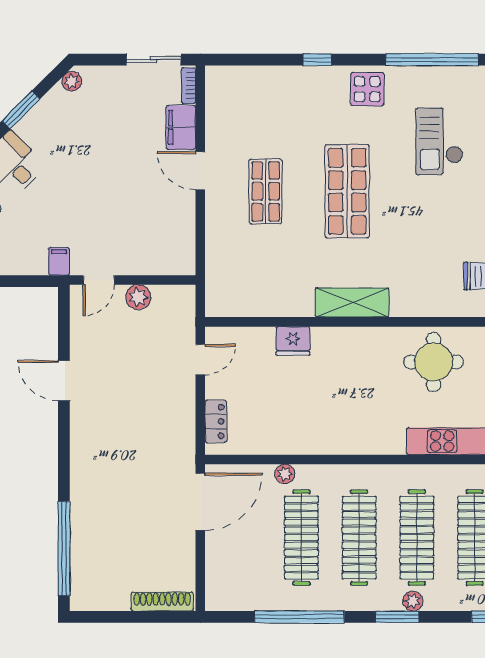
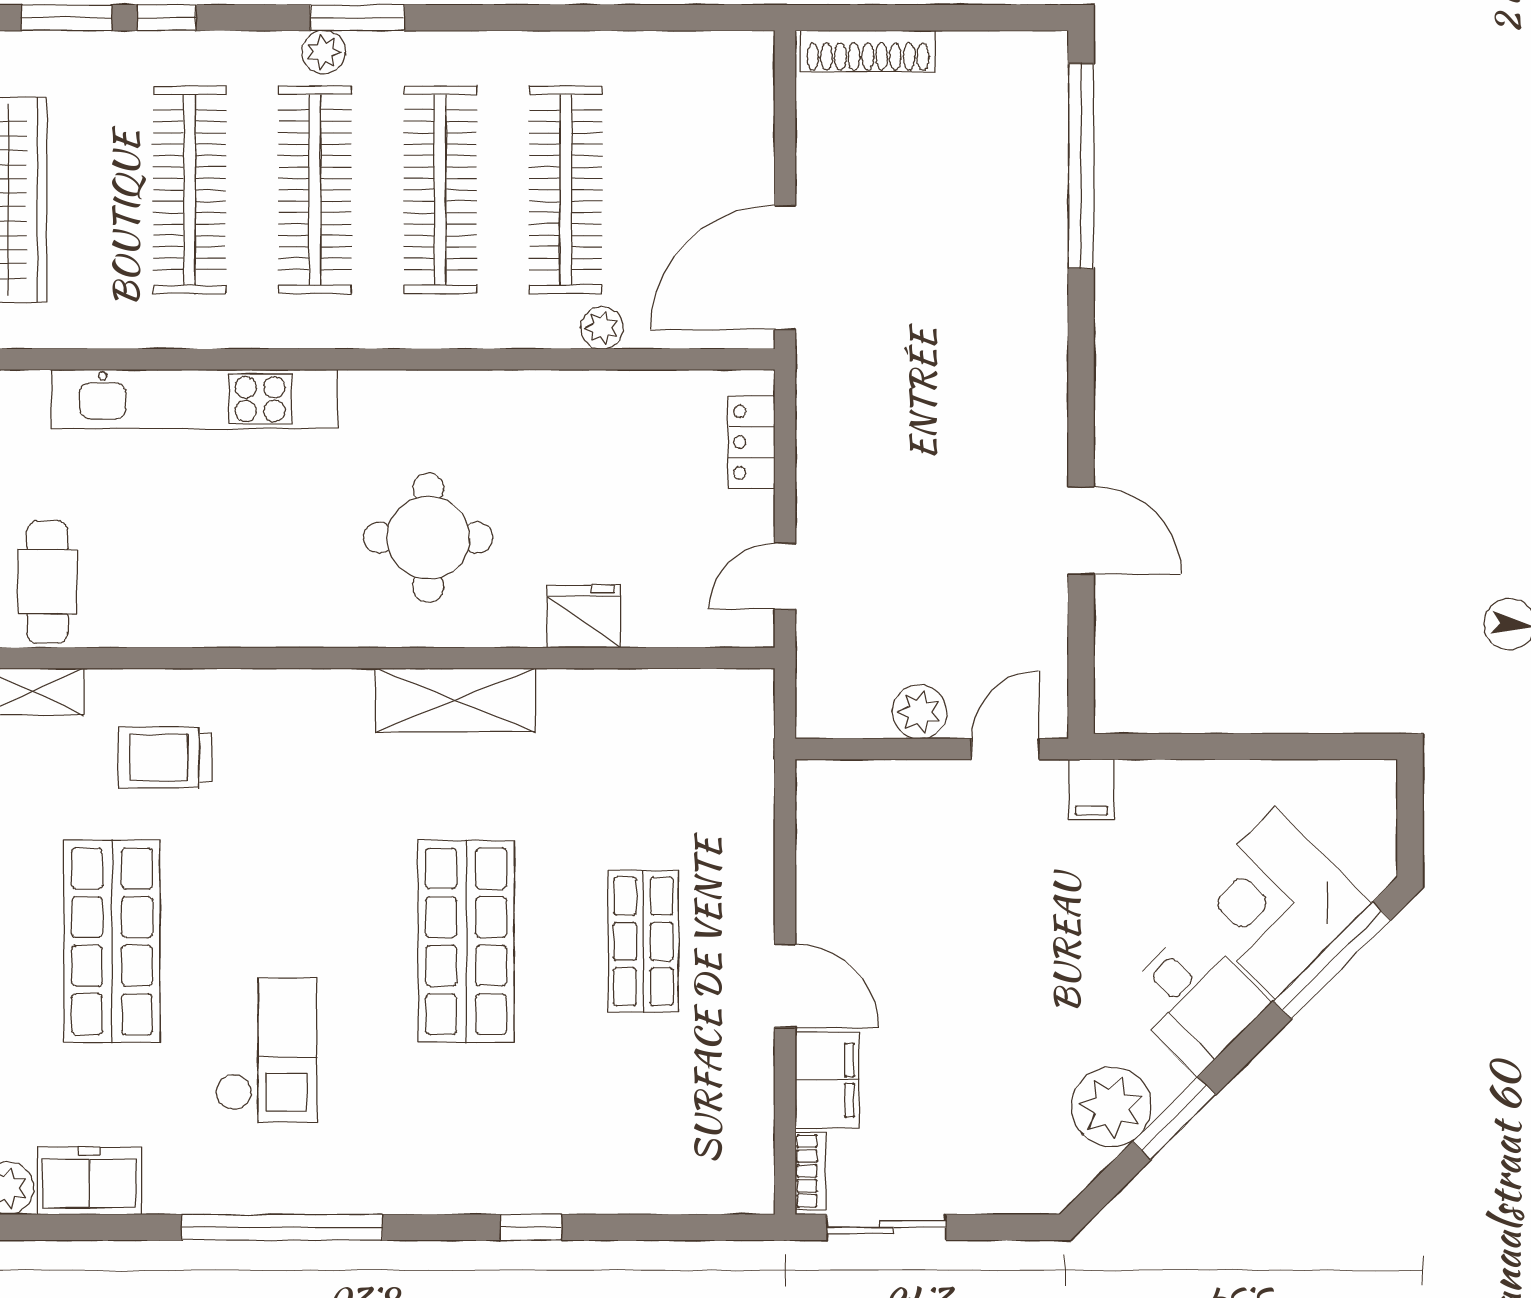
plant: (72, 81) -> (1111, 1107), moved, width x1.88, depth x1.88
display table: (367, 89) -> (423, 1163), removed
round table: (434, 362) -> (428, 538), moved
window: (299, 617) -> (570, 18), removed

